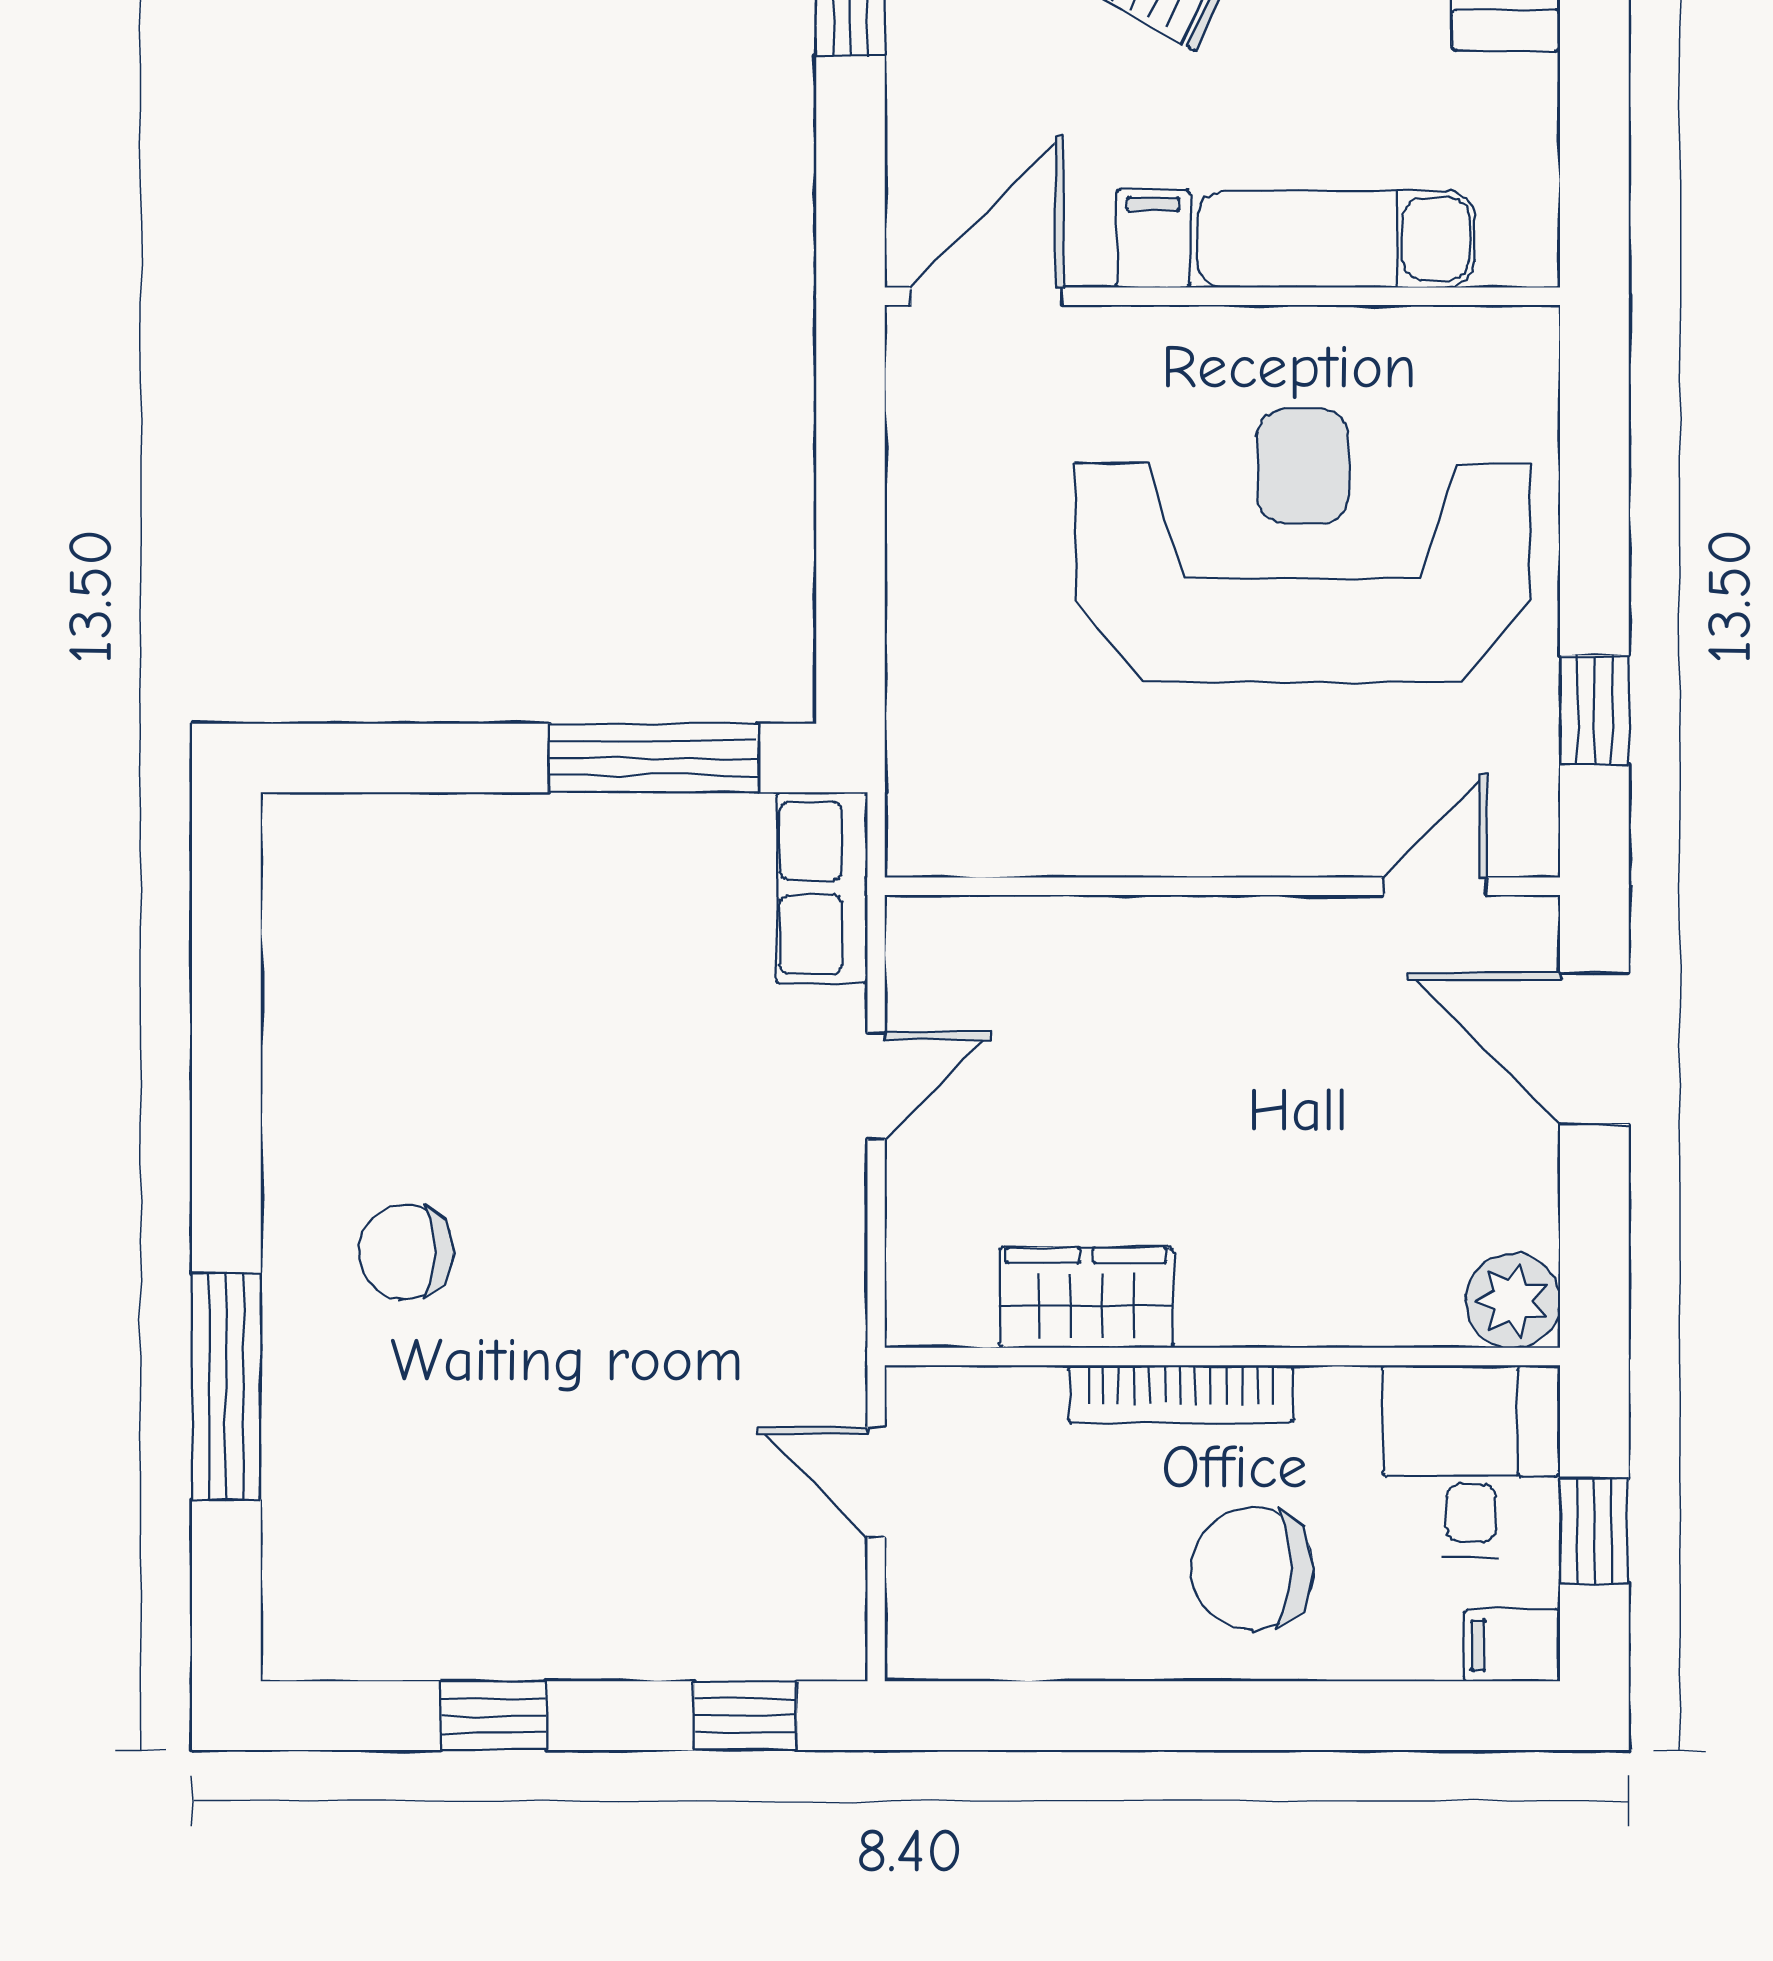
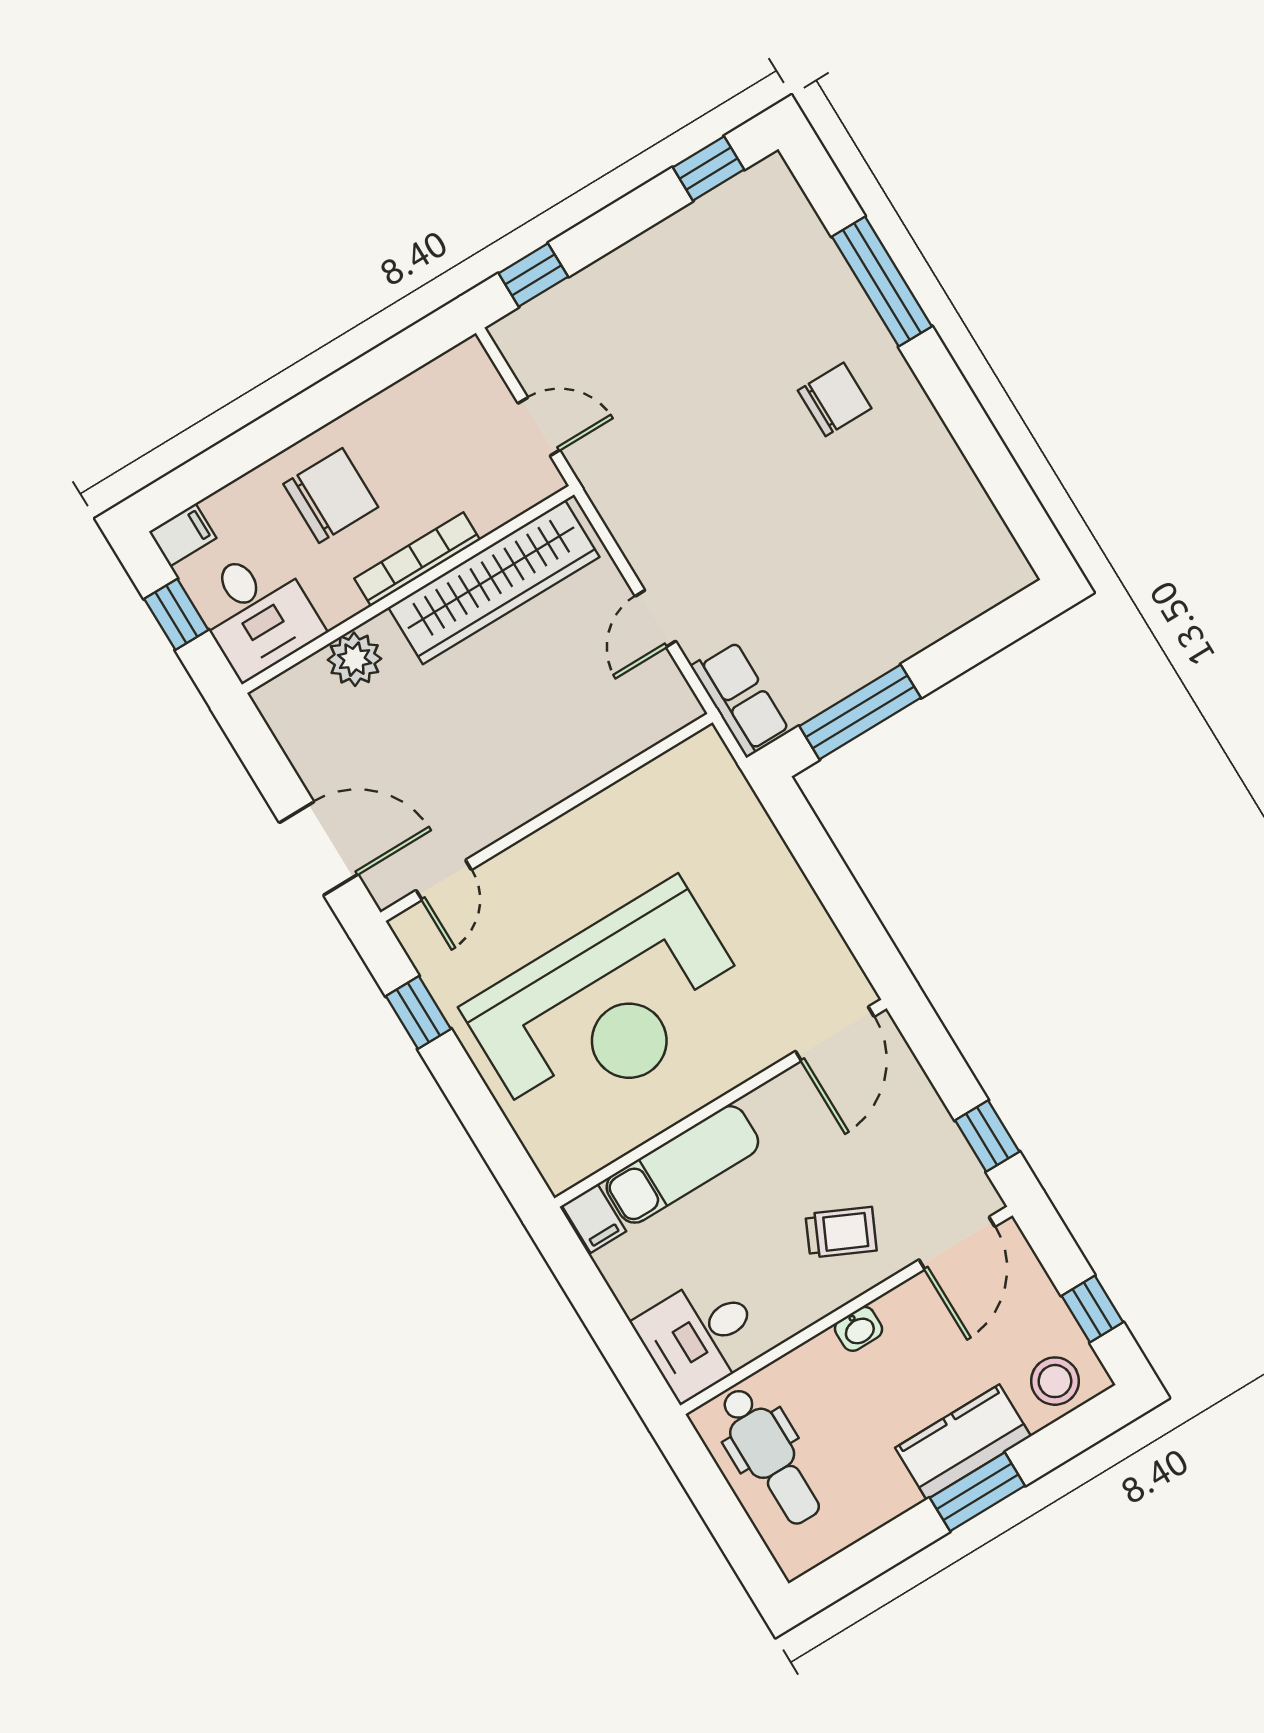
filing cabinet: (1153, 239) -> (594, 1218), moved
wardrobe: (1086, 1298) -> (494, 582), width x2.10, depth x1.17
plant: (1513, 1301) -> (355, 659), moved
window: (494, 1716) -> (709, 168), moved

